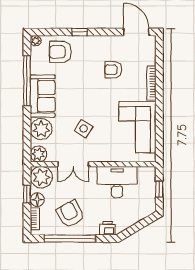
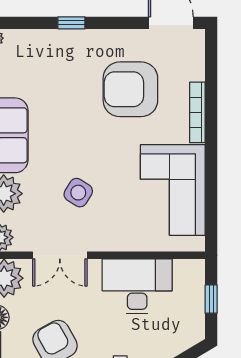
armchair: (60, 52) -> (37, 58), removed
armchair: (113, 70) -> (130, 89), width x1.88, depth x1.88

